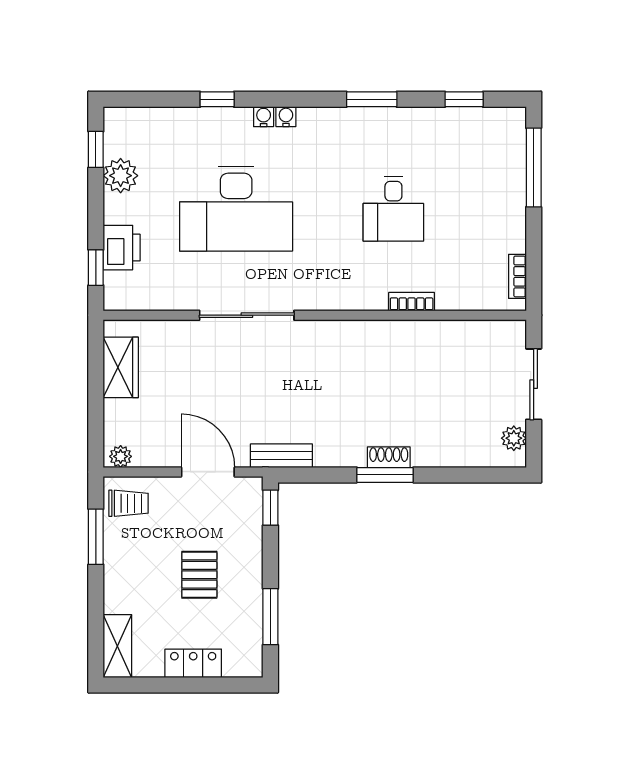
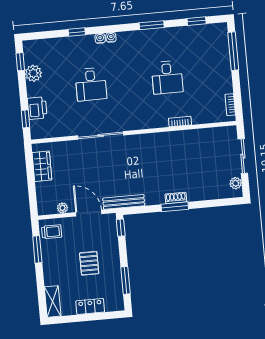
desk: (236, 209) -> (91, 84), width x0.53, depth x0.77
plant: (121, 456) -> (63, 208), moved
bench: (281, 456) -> (124, 202), width x1.36

